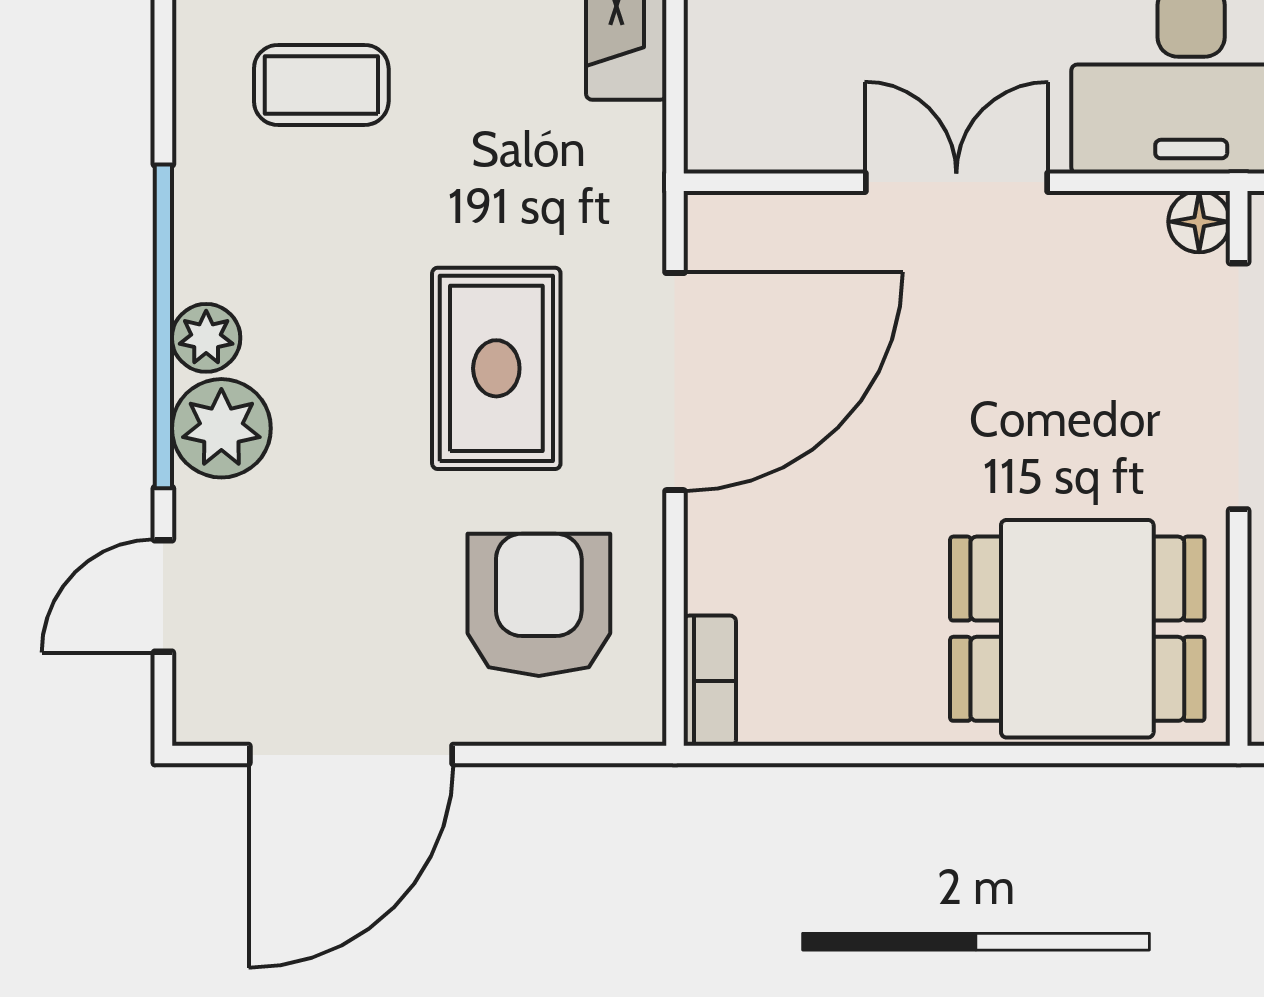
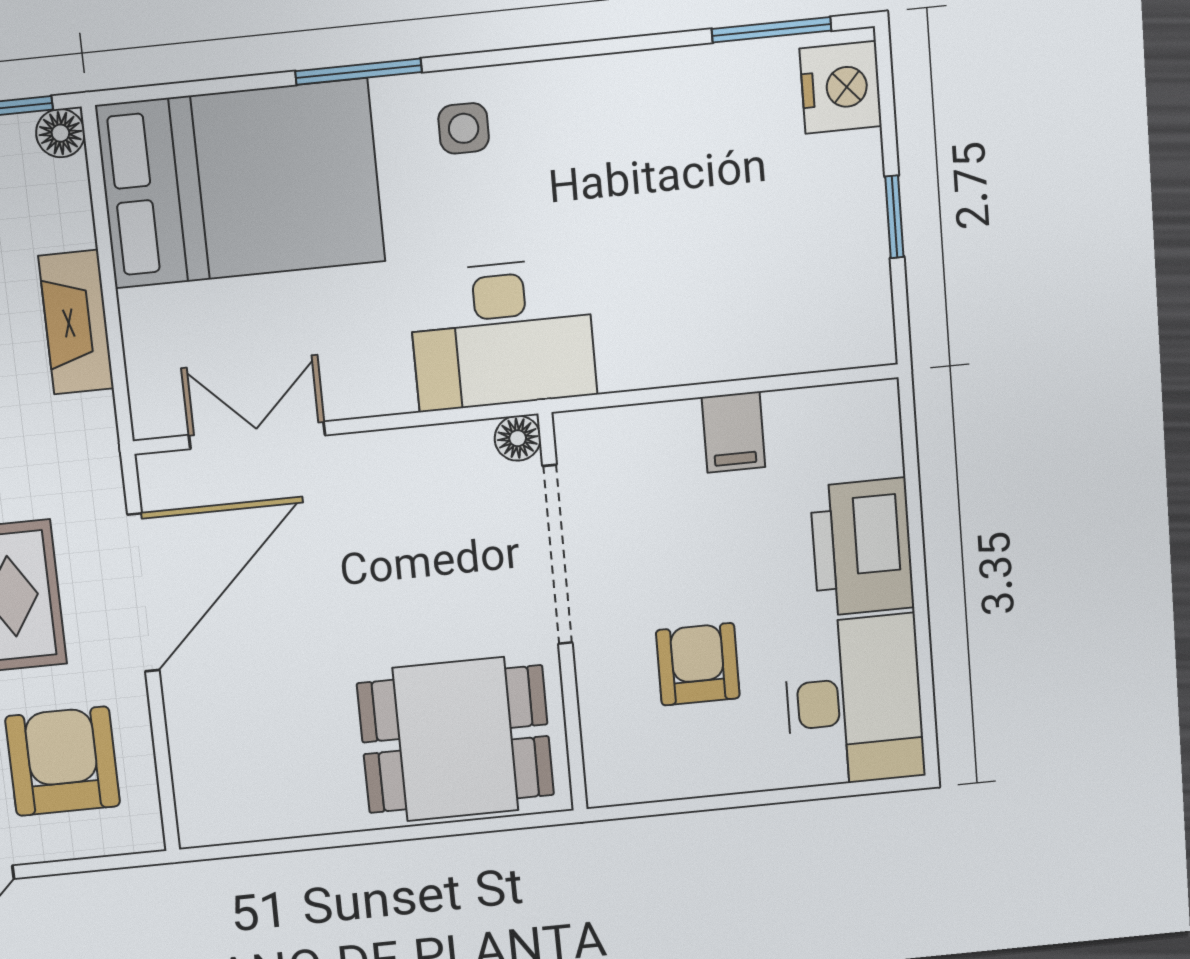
double door: (956, 182) -> (257, 435), moved
bookcase: (710, 681) -> (193, 802), removed

